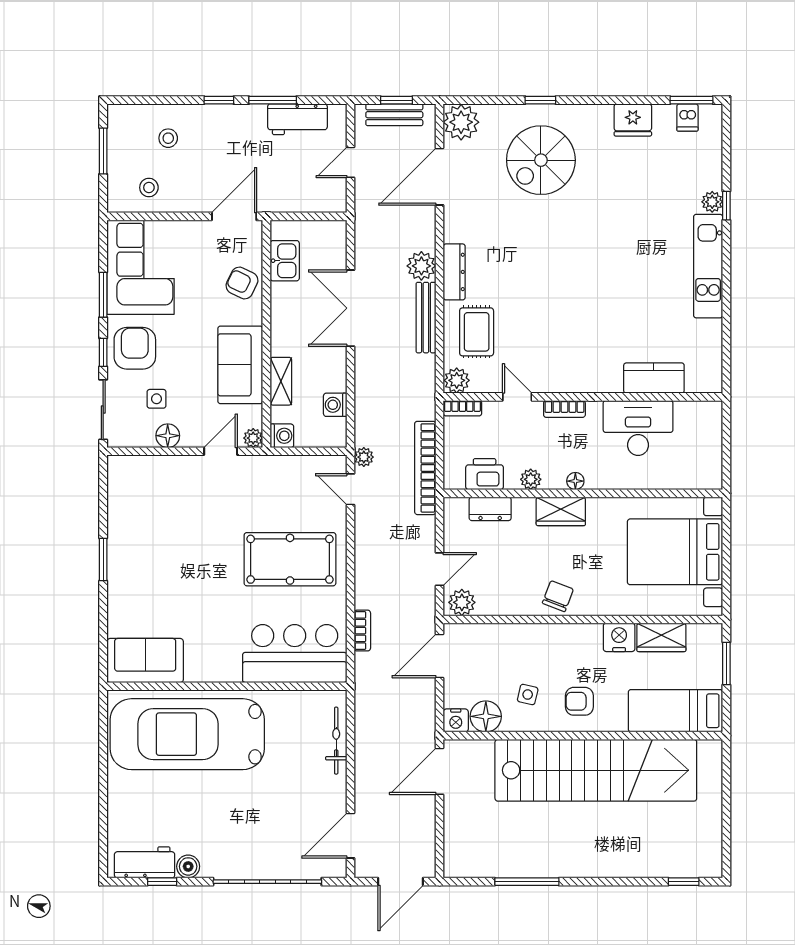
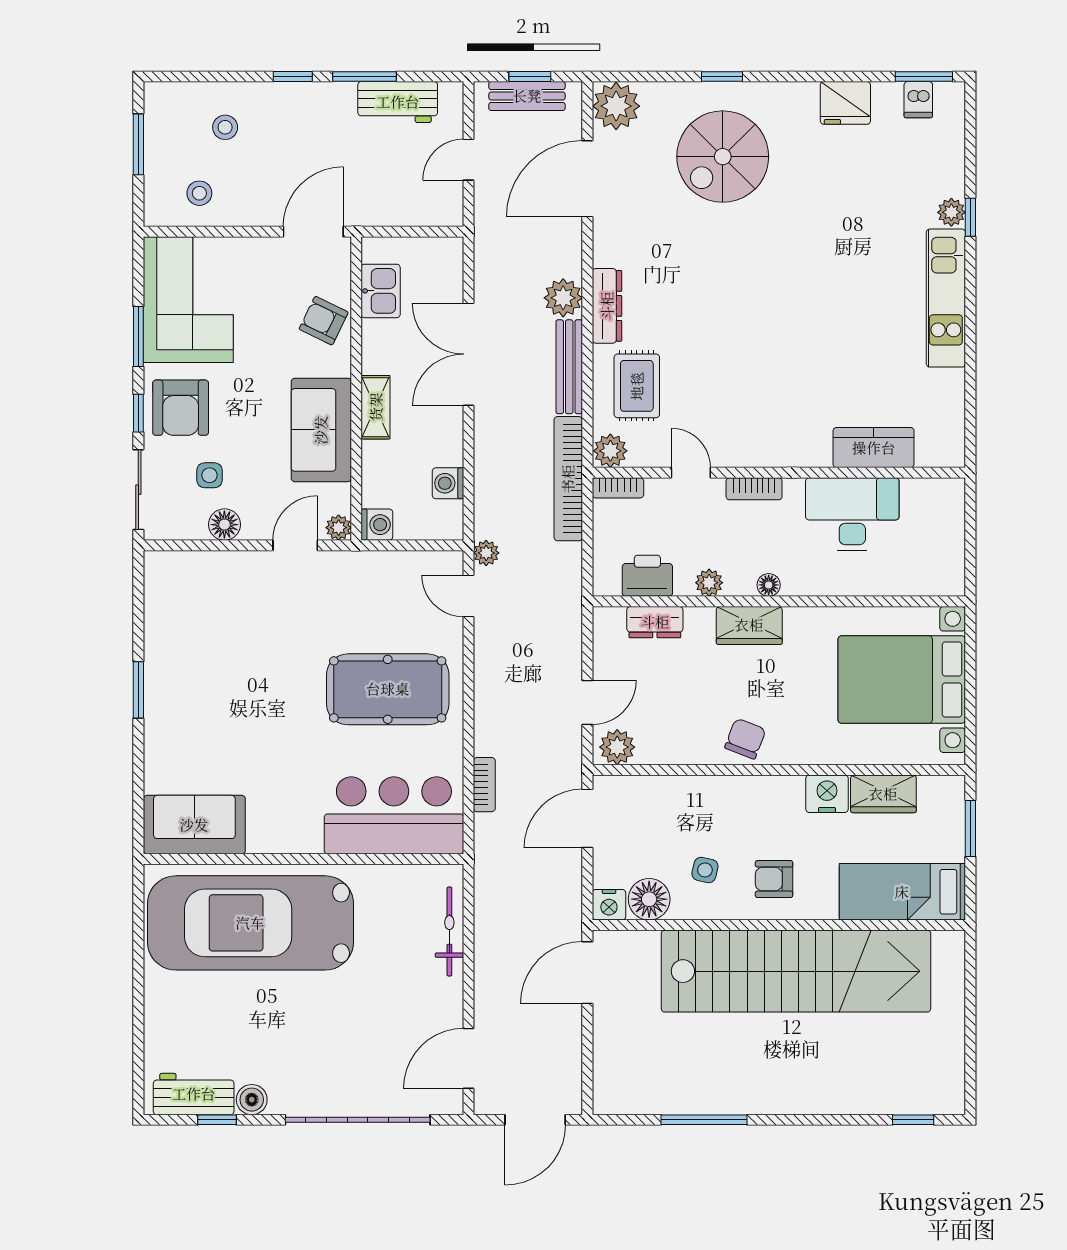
armchair: (135, 348) -> (181, 408), turned 180
shelving: (281, 381) -> (376, 407), moved
bookcase: (425, 468) -> (568, 479), moved

